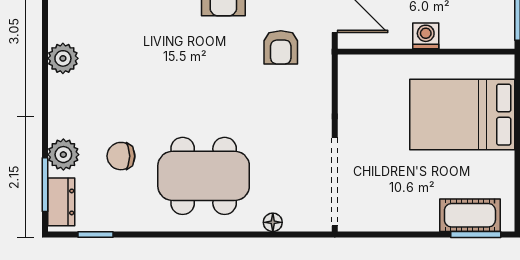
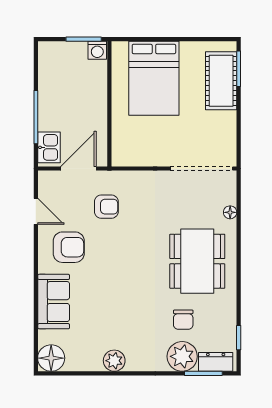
washing machine: (426, 36) -> (97, 50), moved, turned -90
plant: (63, 155) -> (182, 356), width x1.36, depth x1.36
cot: (470, 215) -> (221, 81), width x1.37, depth x1.34

